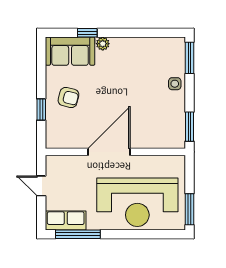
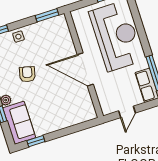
armchair: (68, 97) -> (27, 74), moved
window: (41, 109) -> (36, 141), moved

